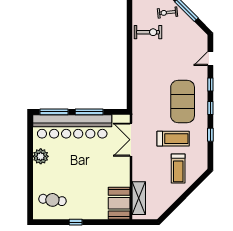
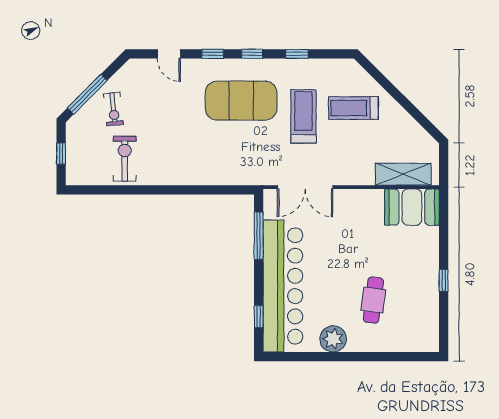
exercise bike: (167, 12) -> (113, 109), moved
window: (54, 112) -> (259, 317), width x0.46
window: (89, 112) -> (259, 236), moved
treadmill: (178, 168) -> (354, 108), turned 180
cafe table: (52, 200) -> (373, 300), moved

